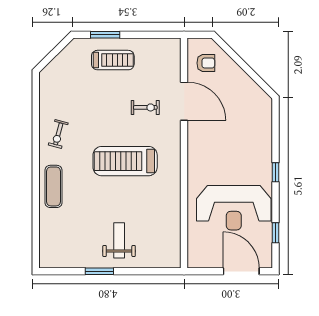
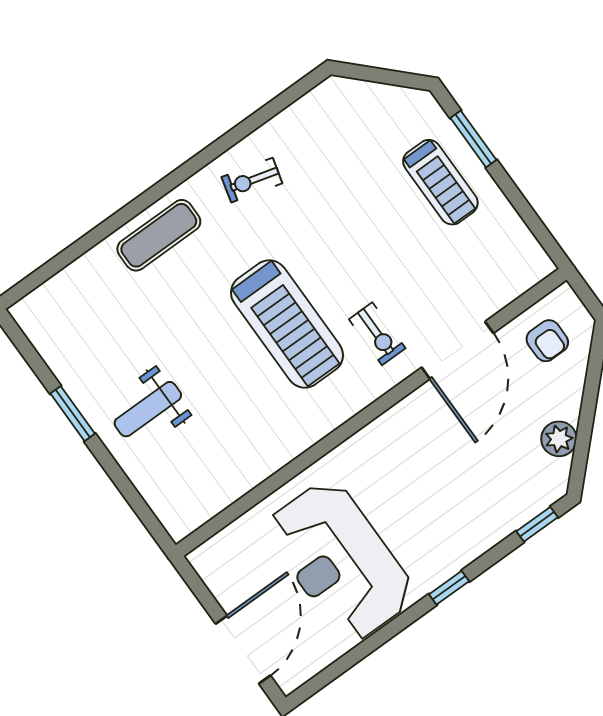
plant: (248, 86) -> (559, 439), added
exercise bike: (145, 107) -> (377, 334), moved
treadmill: (125, 161) -> (287, 324), turned 180
window: (276, 233) -> (537, 524), moved
weight bench: (119, 240) -> (148, 409), turned 180

